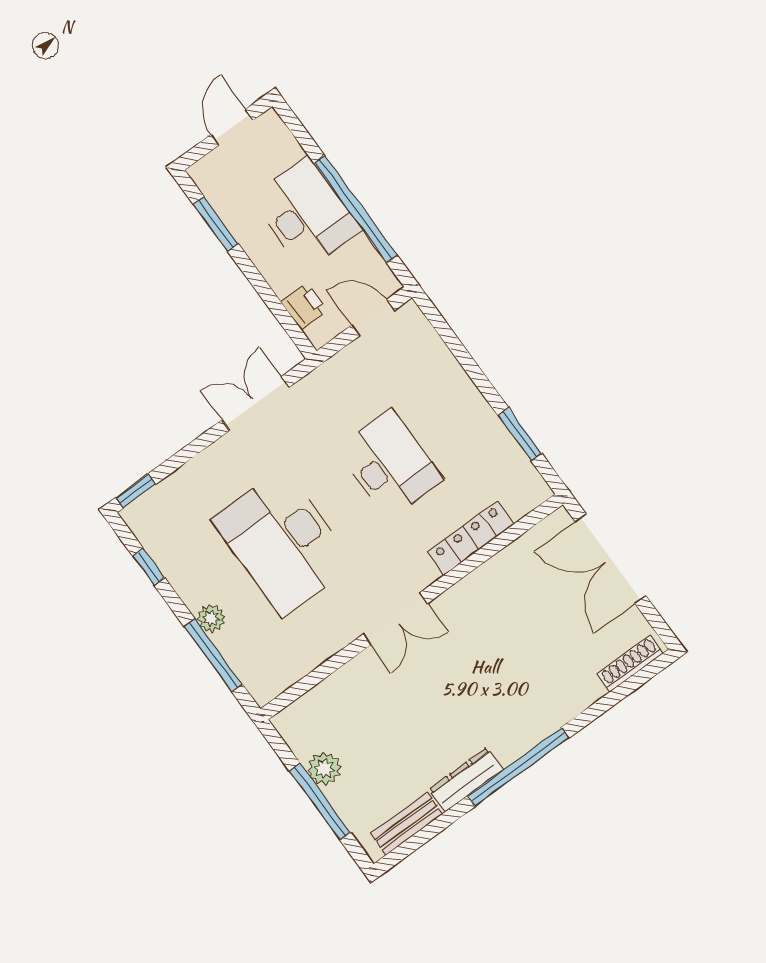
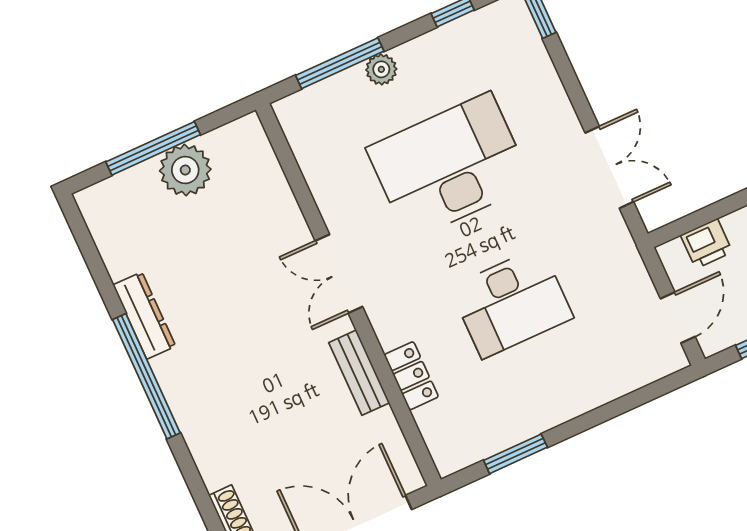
locker: (471, 538) -> (411, 376), width x0.66
plant: (324, 769) -> (185, 170), width x1.36, depth x1.36
bench: (407, 824) -> (359, 373), moved

